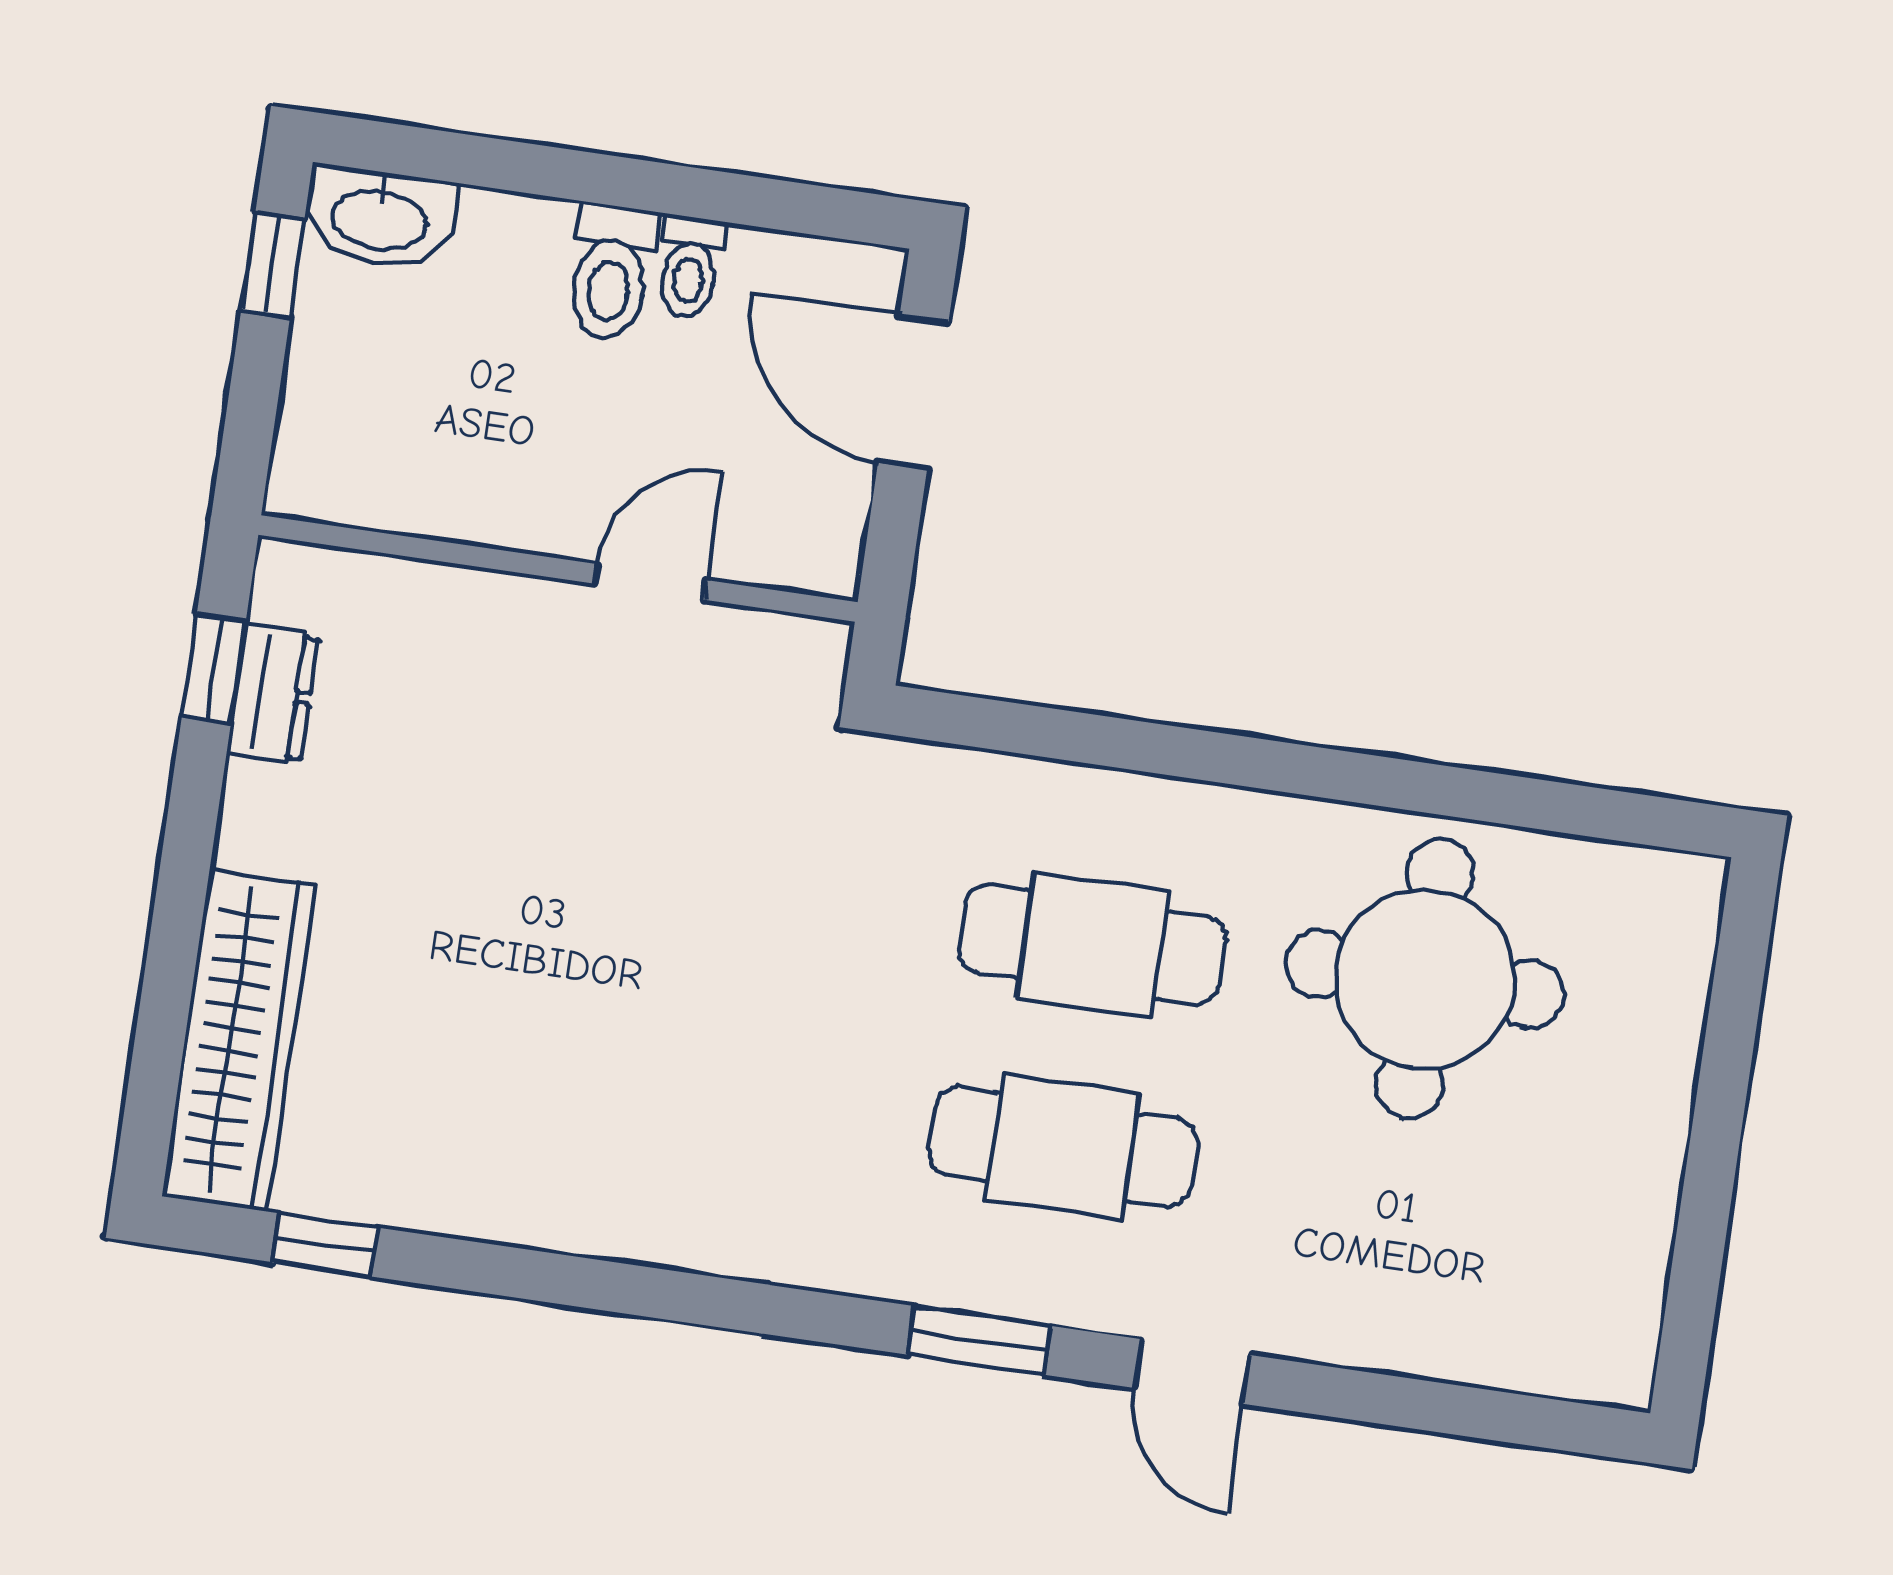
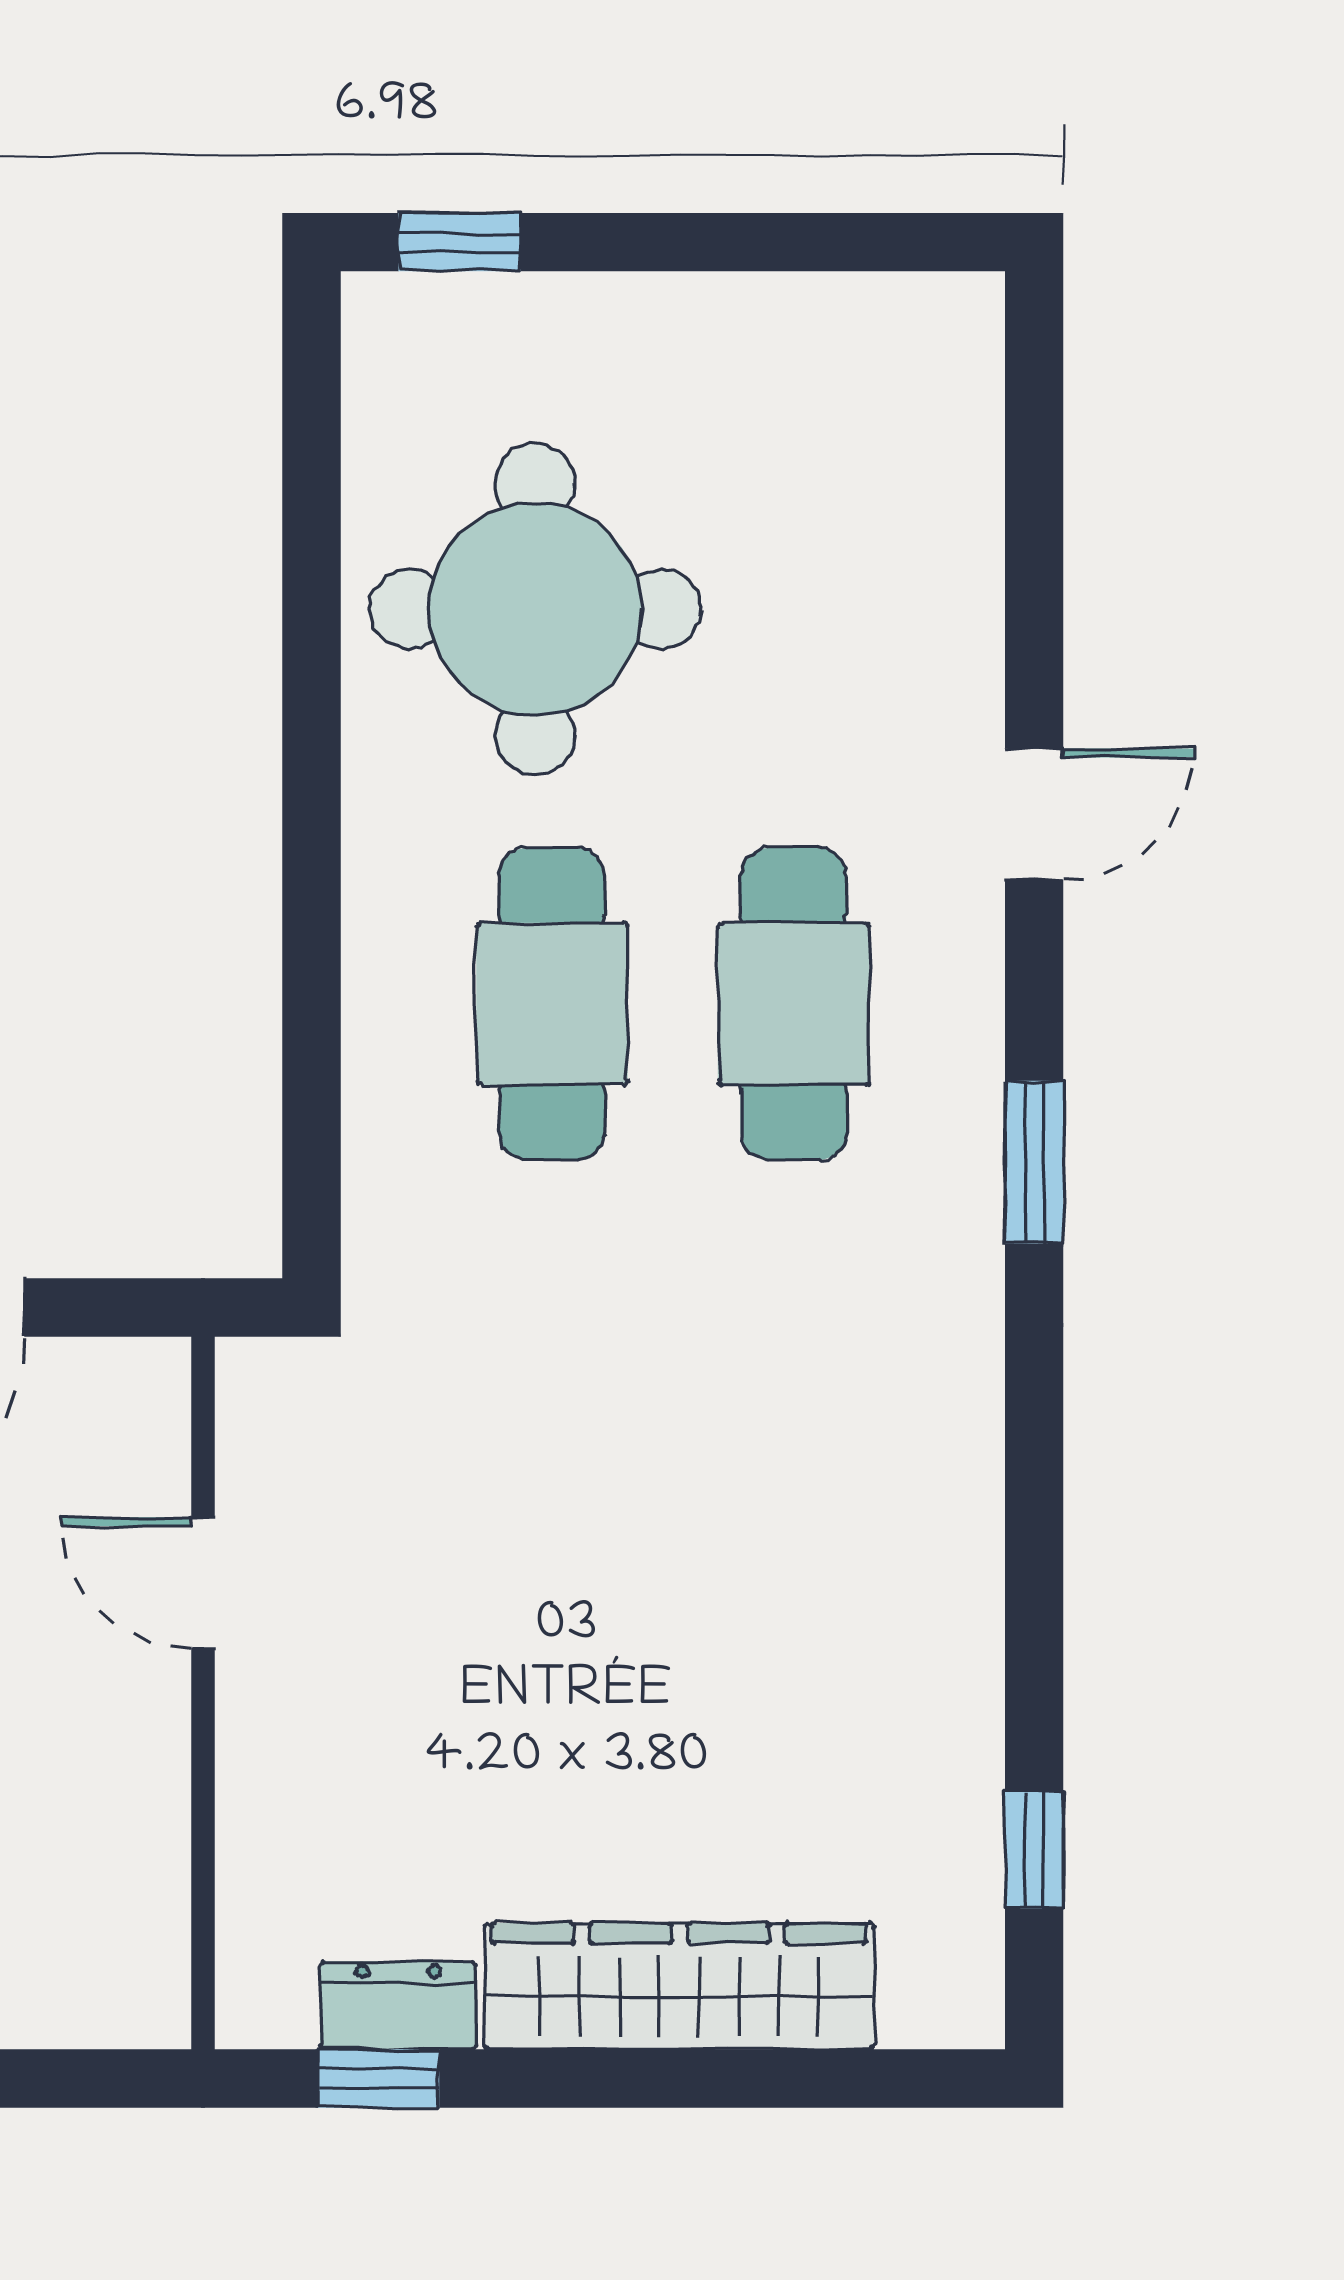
window: (1741, 960) -> (460, 242), added
wardrobe: (238, 1041) -> (679, 1986), moved
window: (979, 1340) -> (1034, 1162), moved

